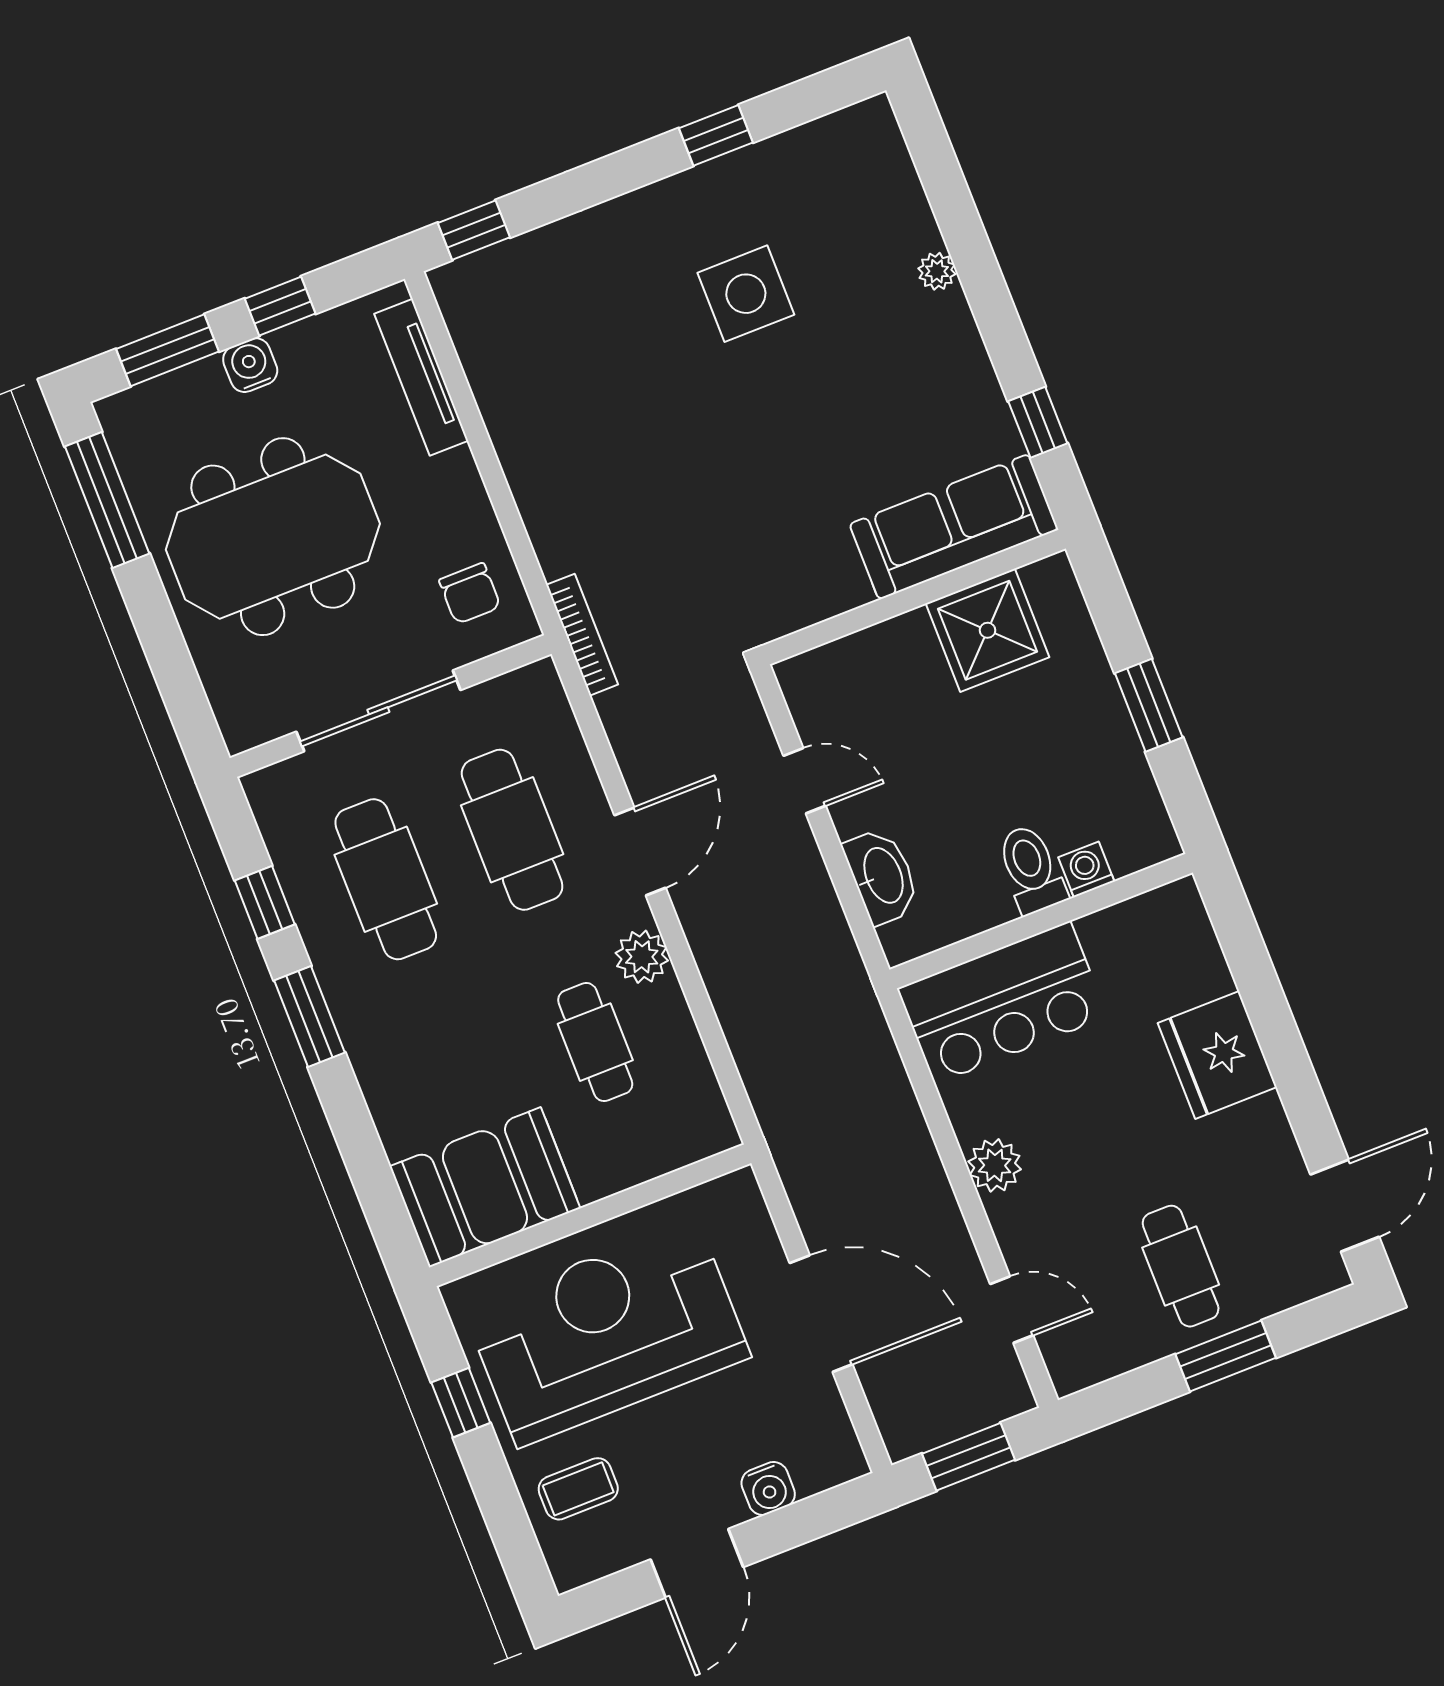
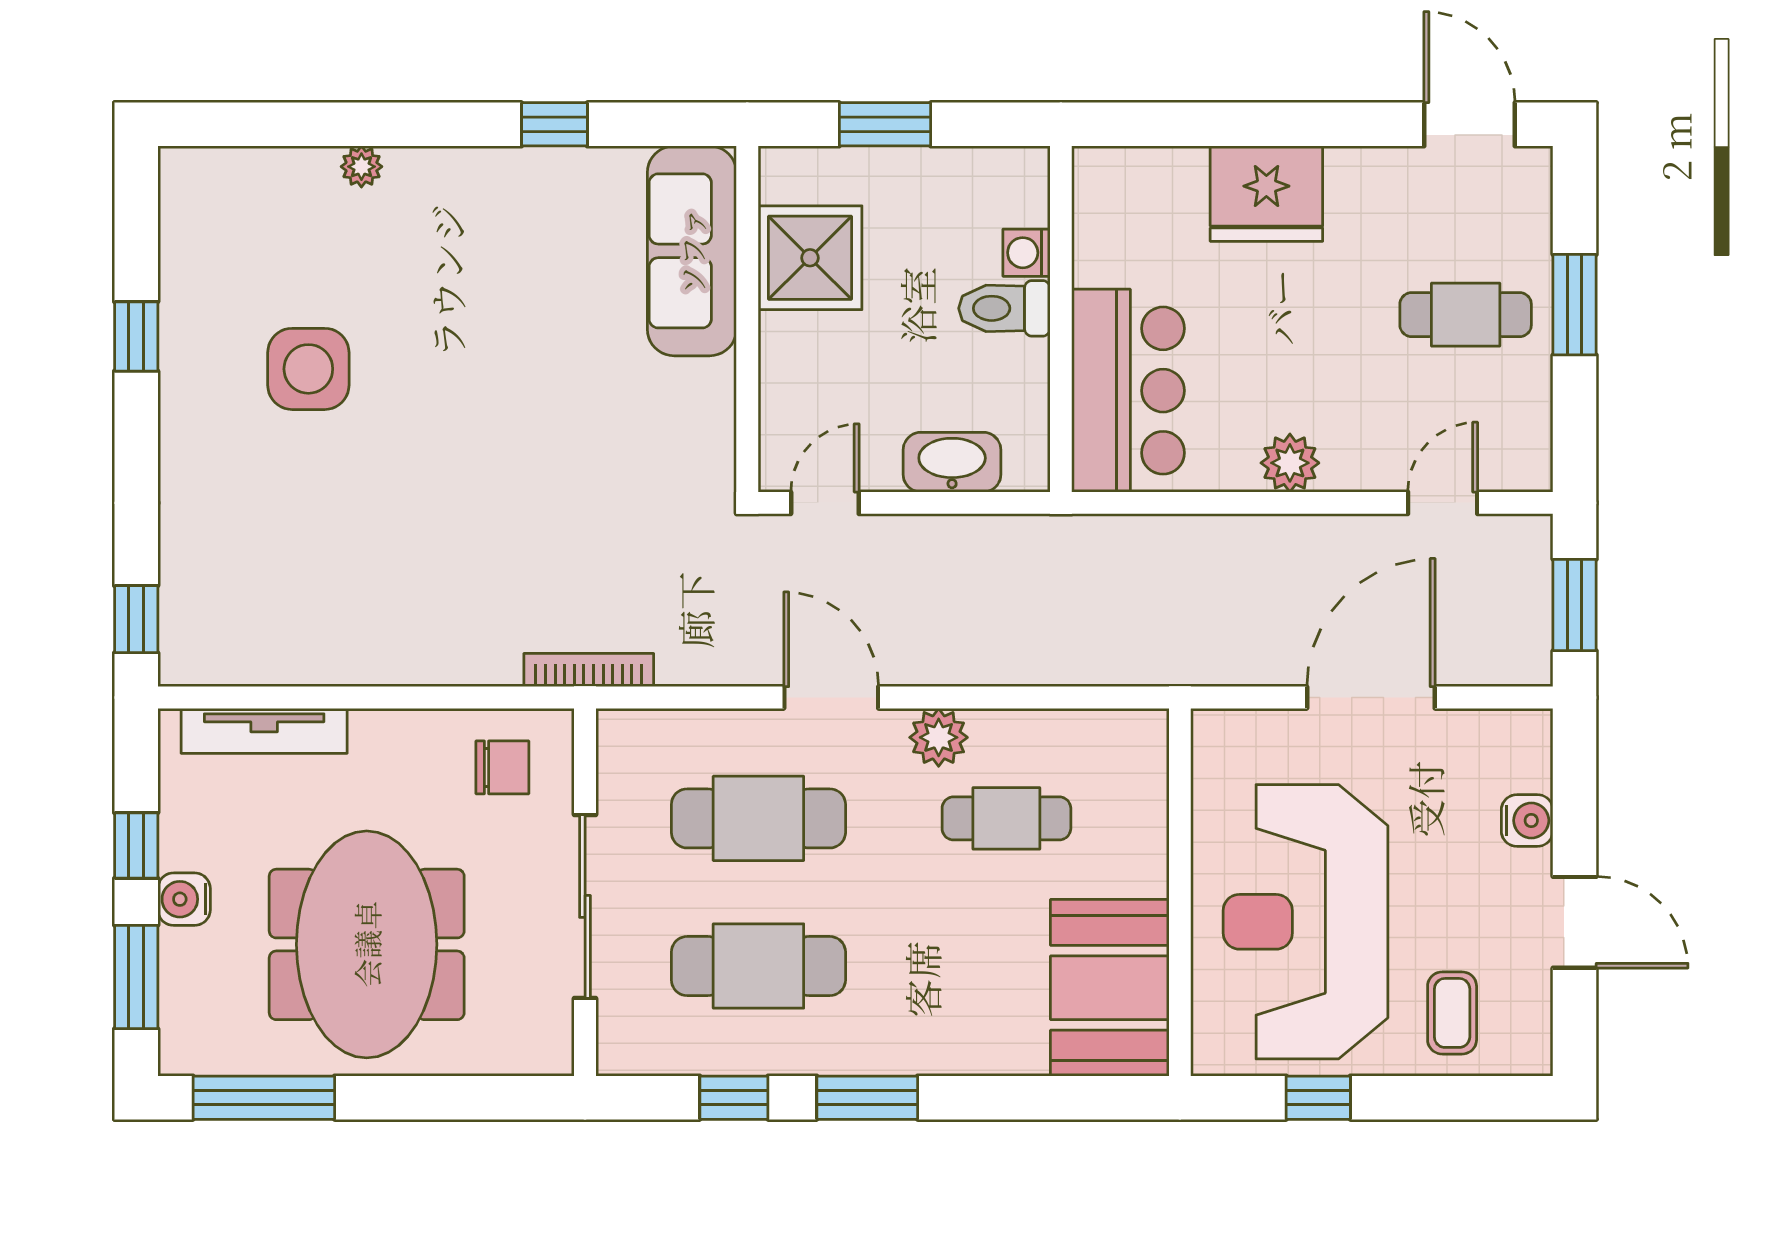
sofa: (954, 527) -> (692, 251), moved
wall: (914, 597) -> (747, 319), moved
shower: (988, 630) -> (810, 258), moved

